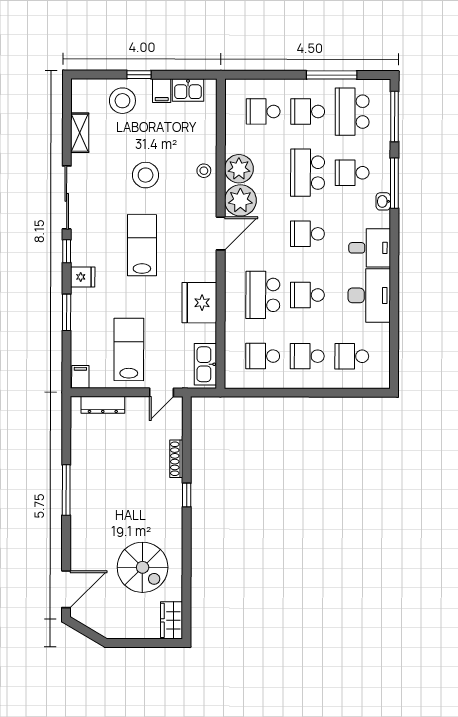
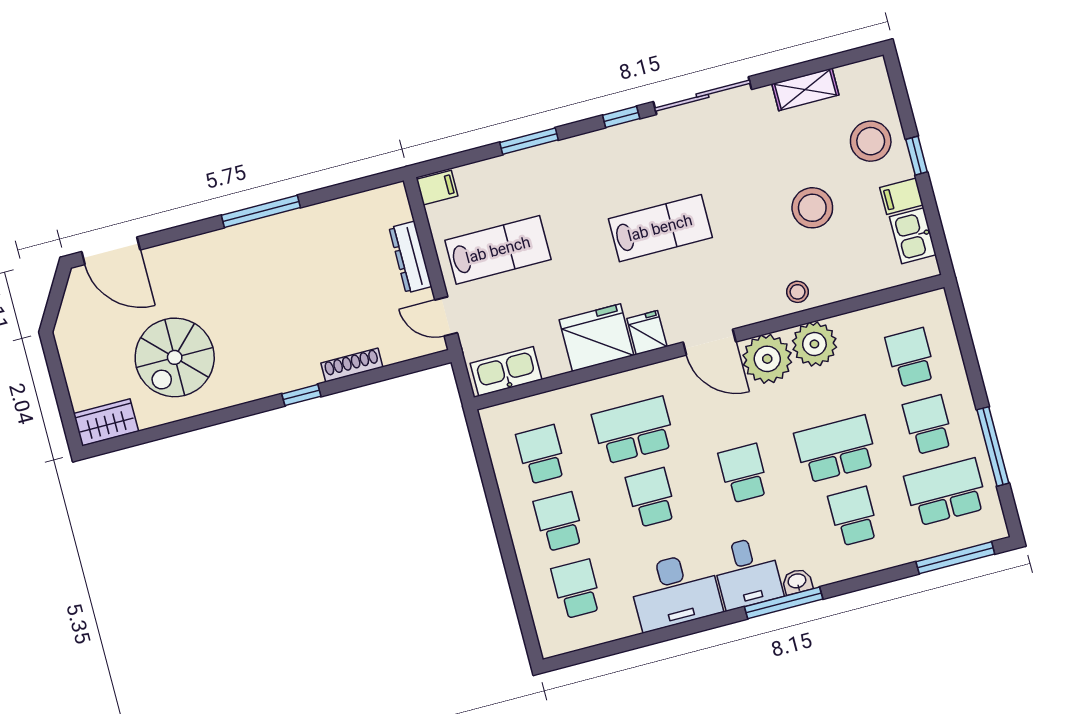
stool: (146, 175) -> (812, 208), moved
window: (394, 183) -> (784, 603), moved
washbasin: (383, 201) -> (797, 581), moved
fridge: (83, 277) -> (647, 333), moved, turned 180
dresser: (103, 405) -> (410, 257), moved

